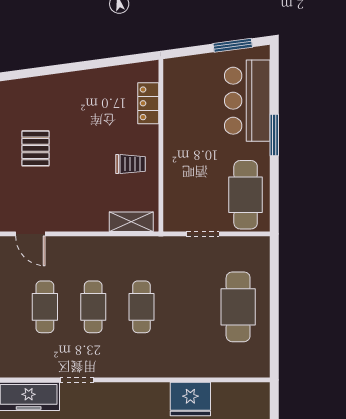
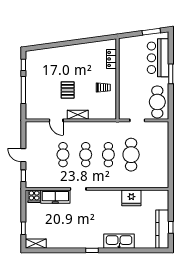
pallet: (35, 148) -> (68, 90), moved
shelving: (131, 222) -> (78, 115), moved
cafe table: (238, 307) -> (131, 155), moved

